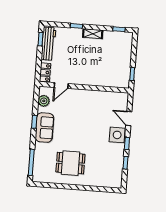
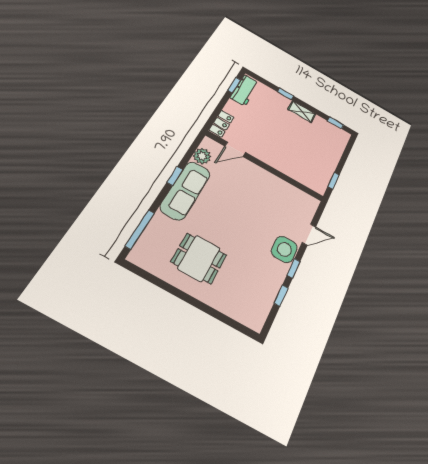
workbench: (48, 44) -> (245, 90), width x0.73
door: (129, 119) -> (309, 235), swing flipped
sofa: (44, 128) -> (185, 190), width x1.36

